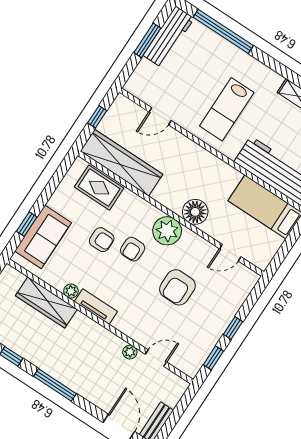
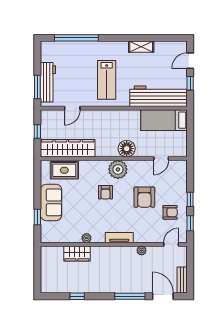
workbench: (169, 37) -> (48, 82), moved
window: (147, 40) -> (37, 87), moved
sofa: (43, 237) -> (51, 202), moved
armchair: (102, 240) -> (170, 212), moved
wardrobe: (46, 302) -> (77, 253), width x0.67
tv unit: (96, 307) -> (119, 238), moved
door: (156, 358) -> (171, 244), moved
window: (55, 385) -> (130, 296), moved

